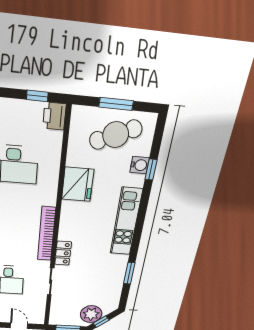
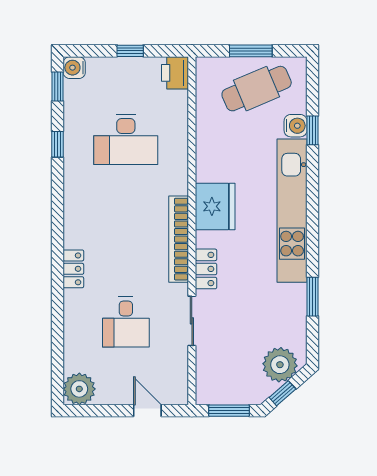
window: (37, 96) -> (130, 51), moved
fridge: (78, 184) -> (215, 206), moved
kitchen unit: (126, 222) -> (292, 211), width x1.36
plant: (91, 314) -> (280, 365), moved

